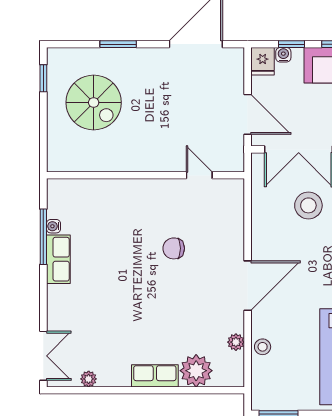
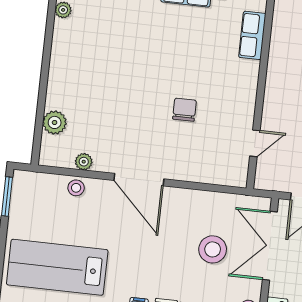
plant: (196, 371) -> (55, 122), width x0.73, depth x0.73
row of seats: (155, 376) -> (252, 35), moved, turned 180

